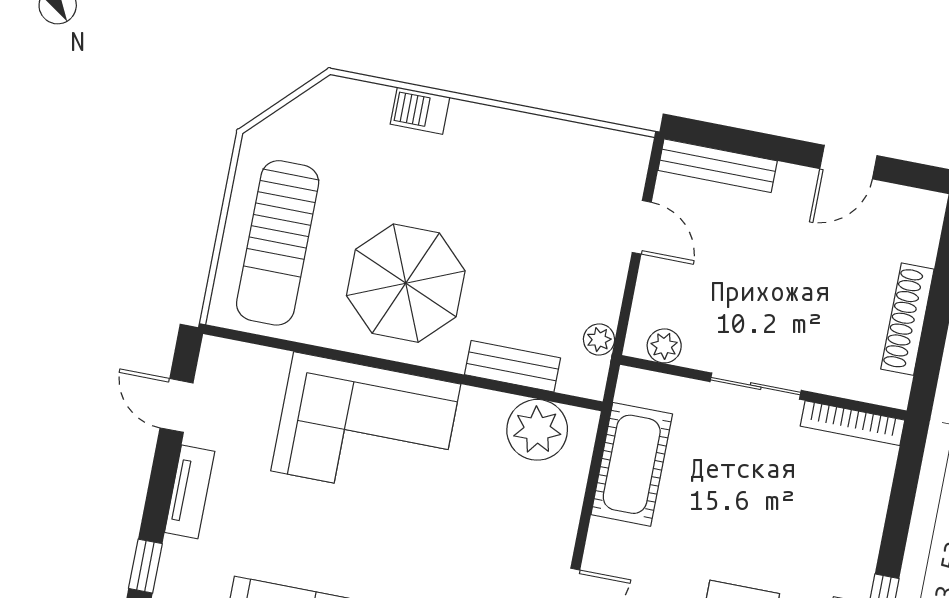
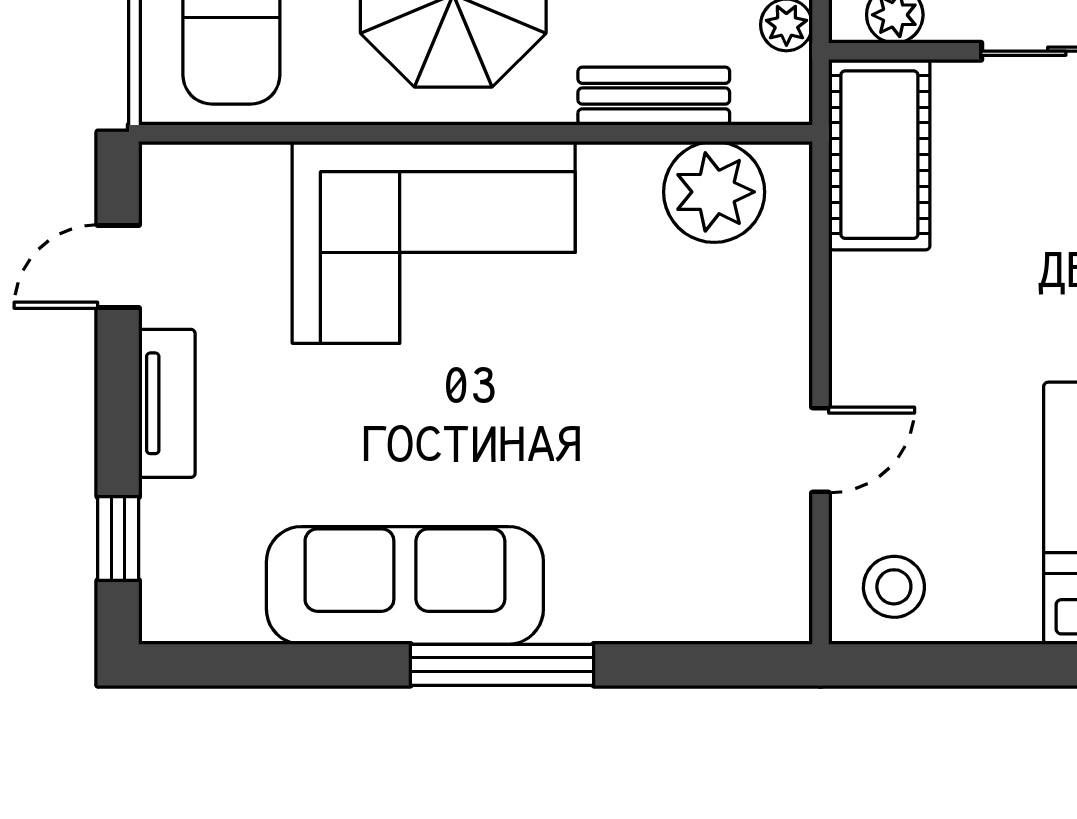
door: (177, 405) -> (118, 267), hinge flipped
cot: (632, 464) -> (879, 155), moved

